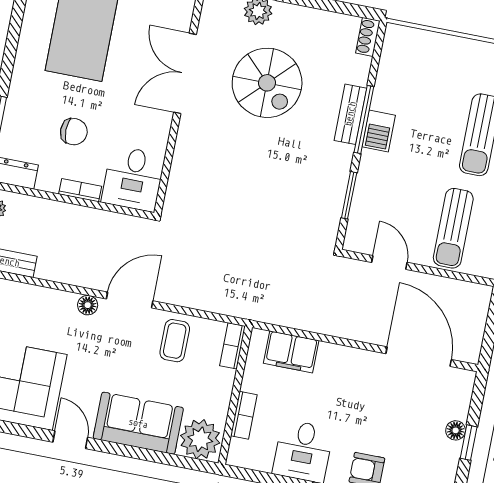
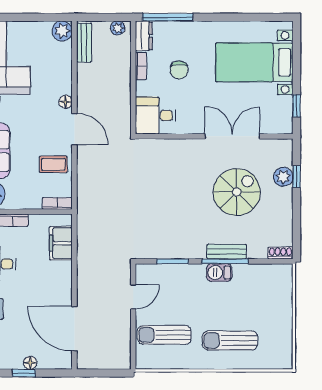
spiral stairs: (267, 83) -> (237, 192), turned 180
bookcase: (80, 190) -> (141, 66), moved
door: (419, 357) -> (74, 329), swing flipped

